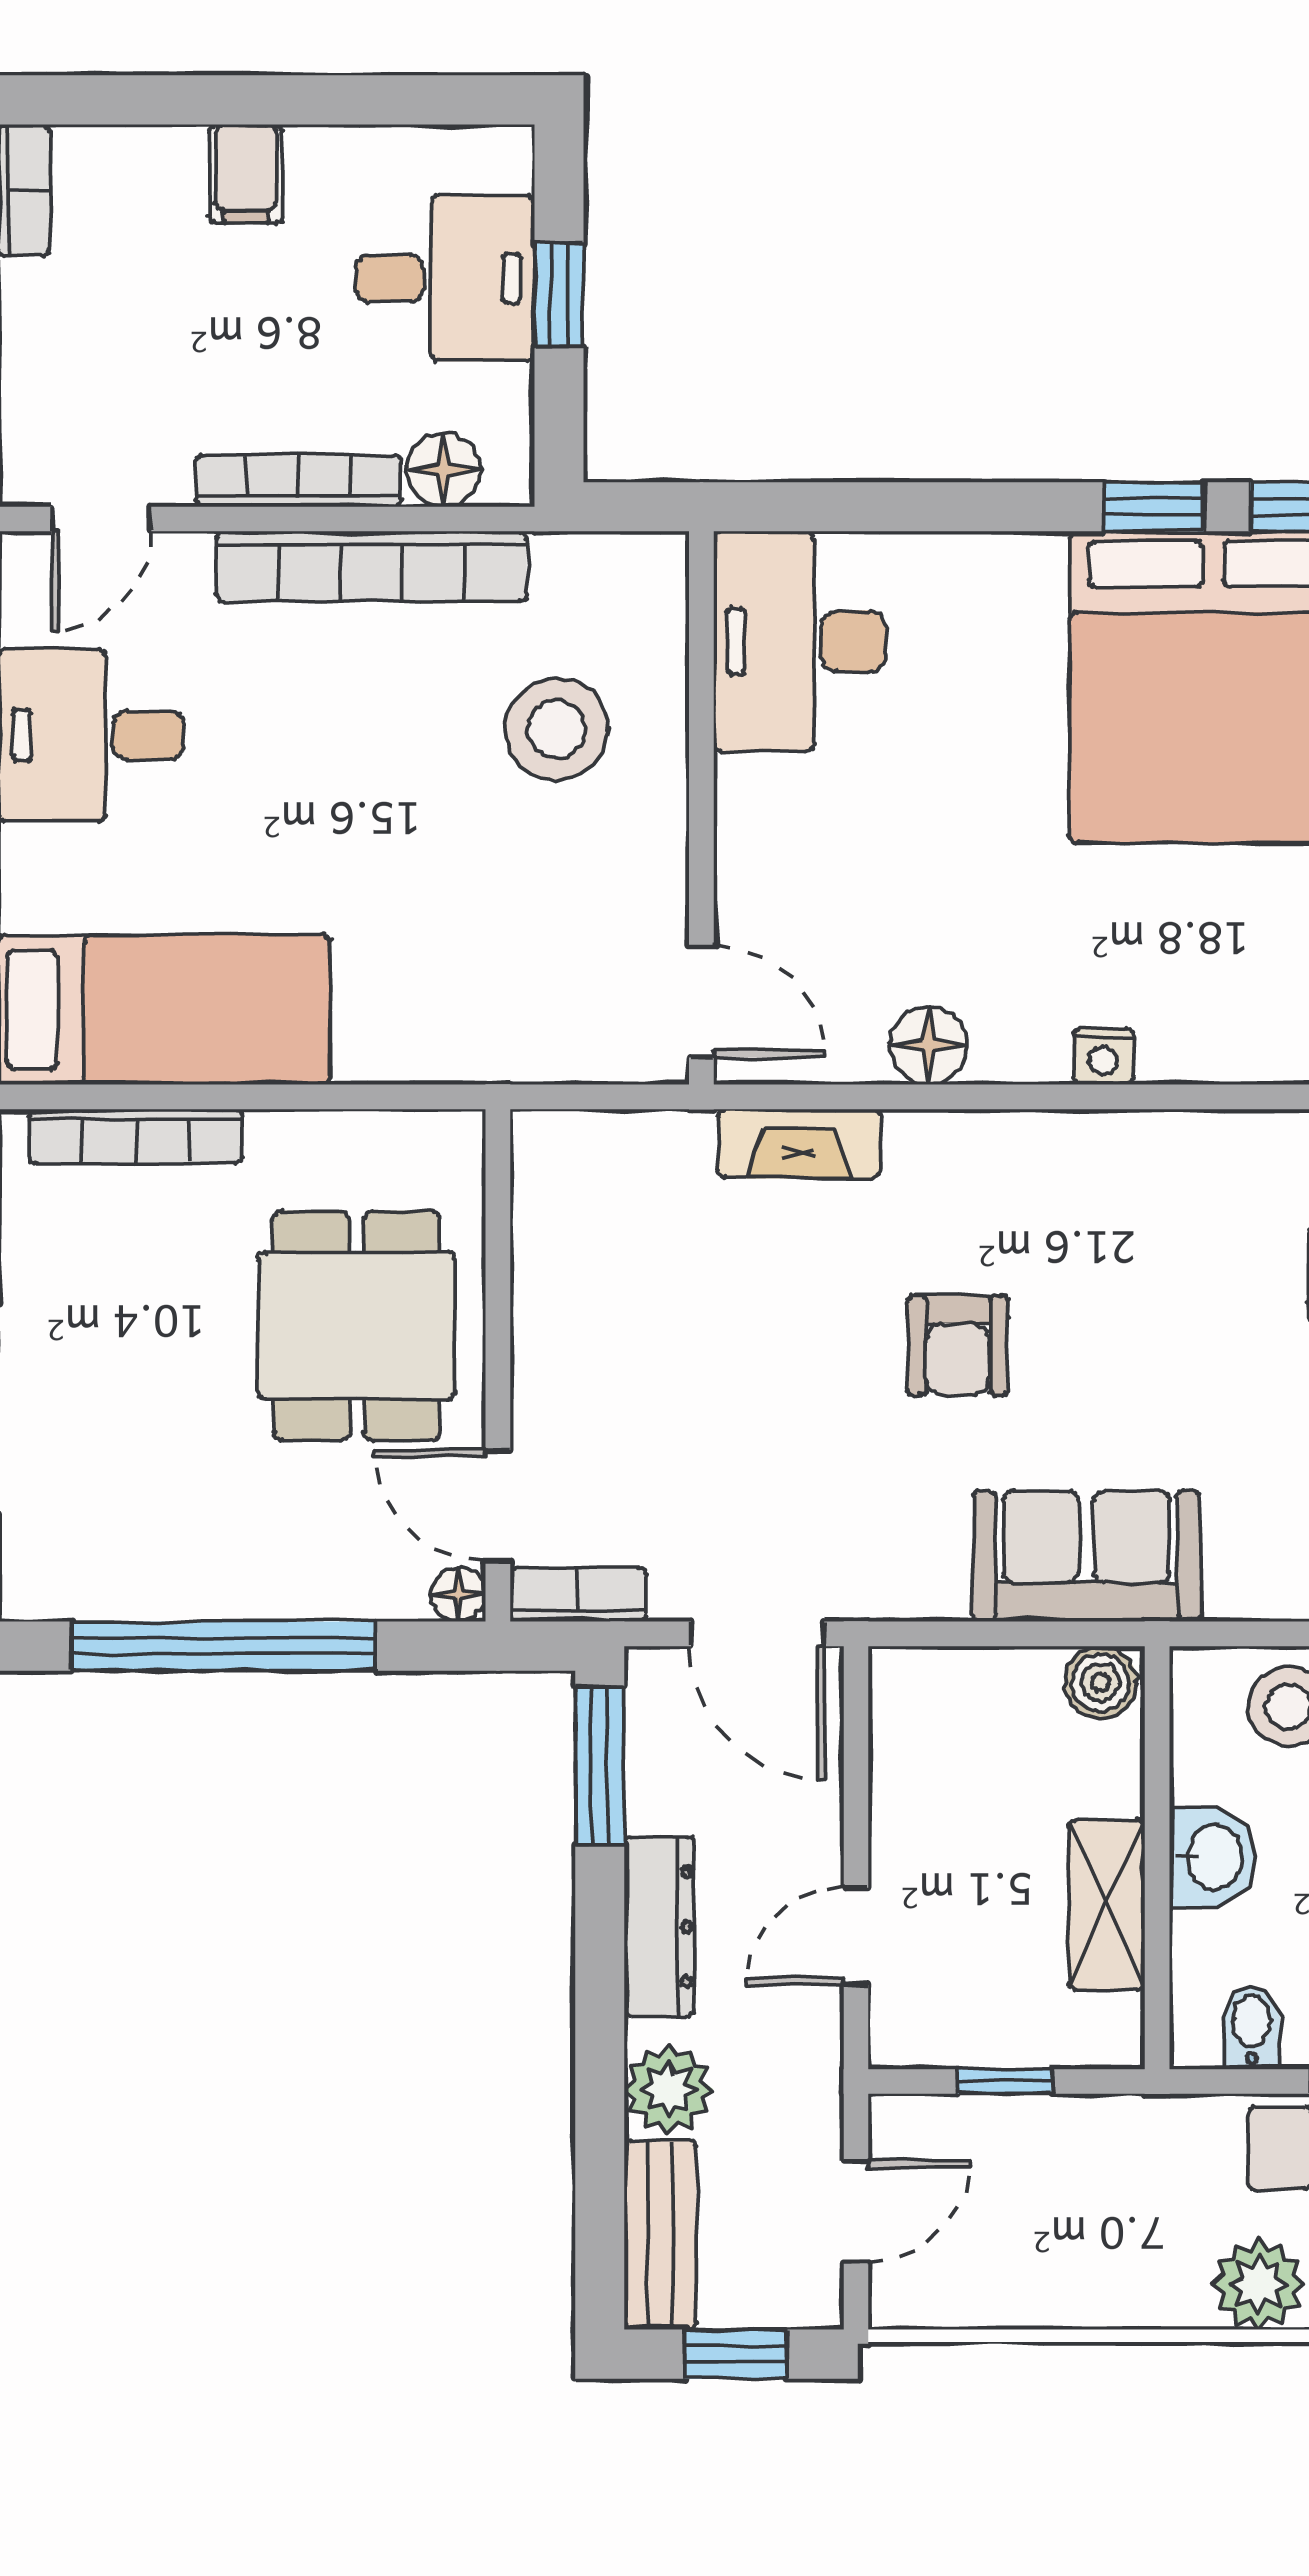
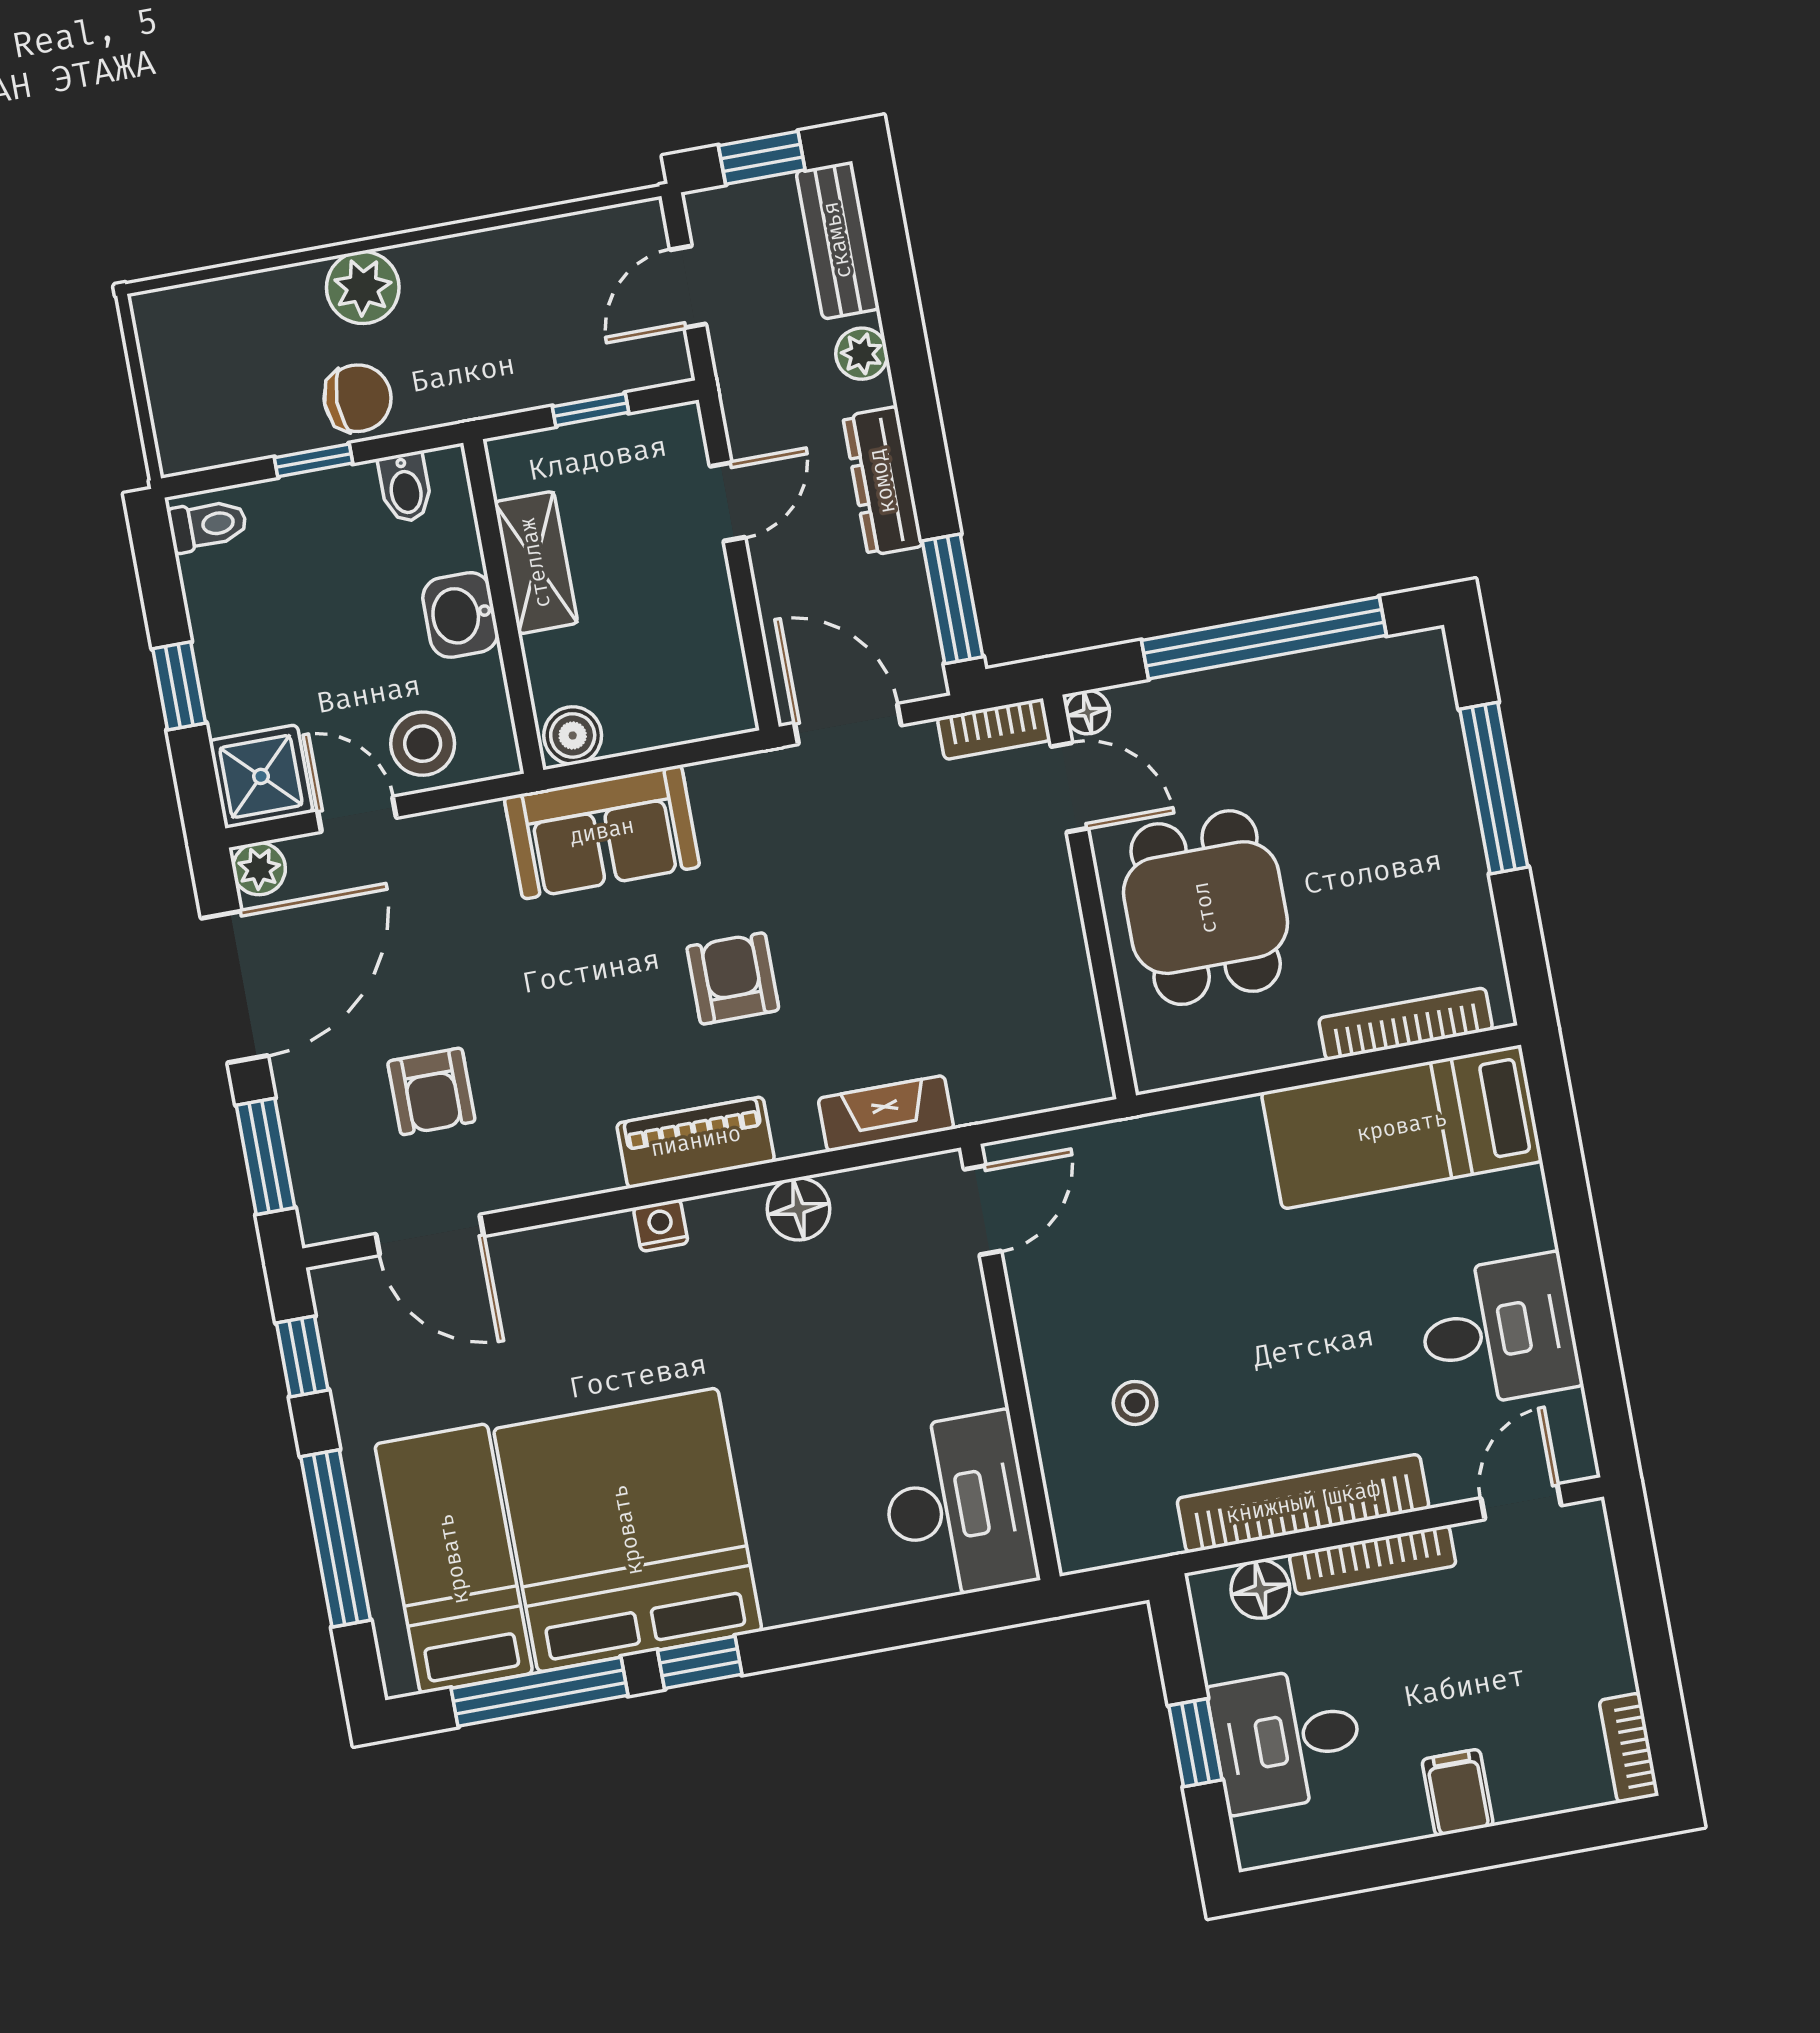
stool: (556, 729) -> (1135, 1403), width x0.53, depth x0.53
door: (701, 1002) -> (983, 1210), swing flipped
piano: (1041, 1151) -> (696, 1142), added
plant: (669, 2089) -> (862, 354), width x0.73, depth x0.73

